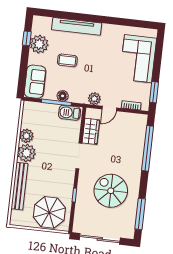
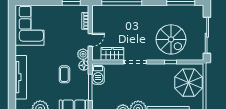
corner sofa: (138, 59) -> (30, 25), moved, turned -90
coffee table: (67, 60) -> (64, 74), moved
floor lamp: (63, 96) -> (84, 65), moved
door: (109, 108) -> (90, 40), hinge flipped
spiral stairs: (111, 191) -> (171, 39), moved, turned -90

